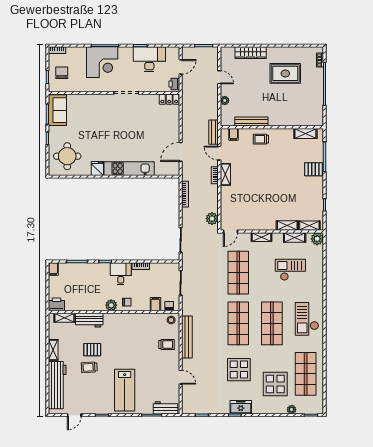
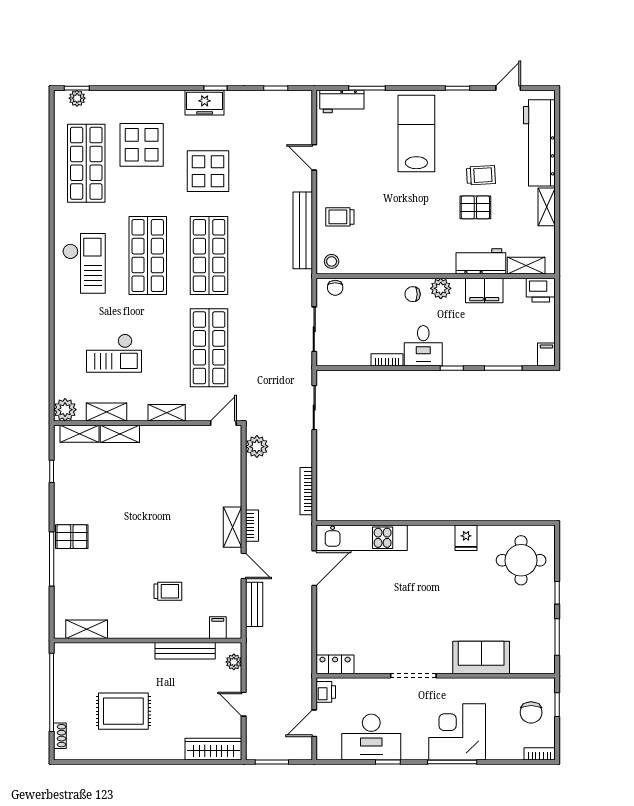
wardrobe: (251, 53) -> (213, 749), moved
sofa: (57, 110) -> (481, 657), moved, turned 90
bench: (251, 122) -> (185, 651), moved
wall: (272, 127) -> (148, 641), moved
shelving: (305, 133) -> (87, 629), moved
filing cabinet: (233, 134) -> (218, 628), moved
kitchen unit: (129, 169) -> (362, 538), moved
filing cabinet: (155, 304) -> (484, 290), moved, width x2.00
plant: (292, 410) -> (77, 98), moved

